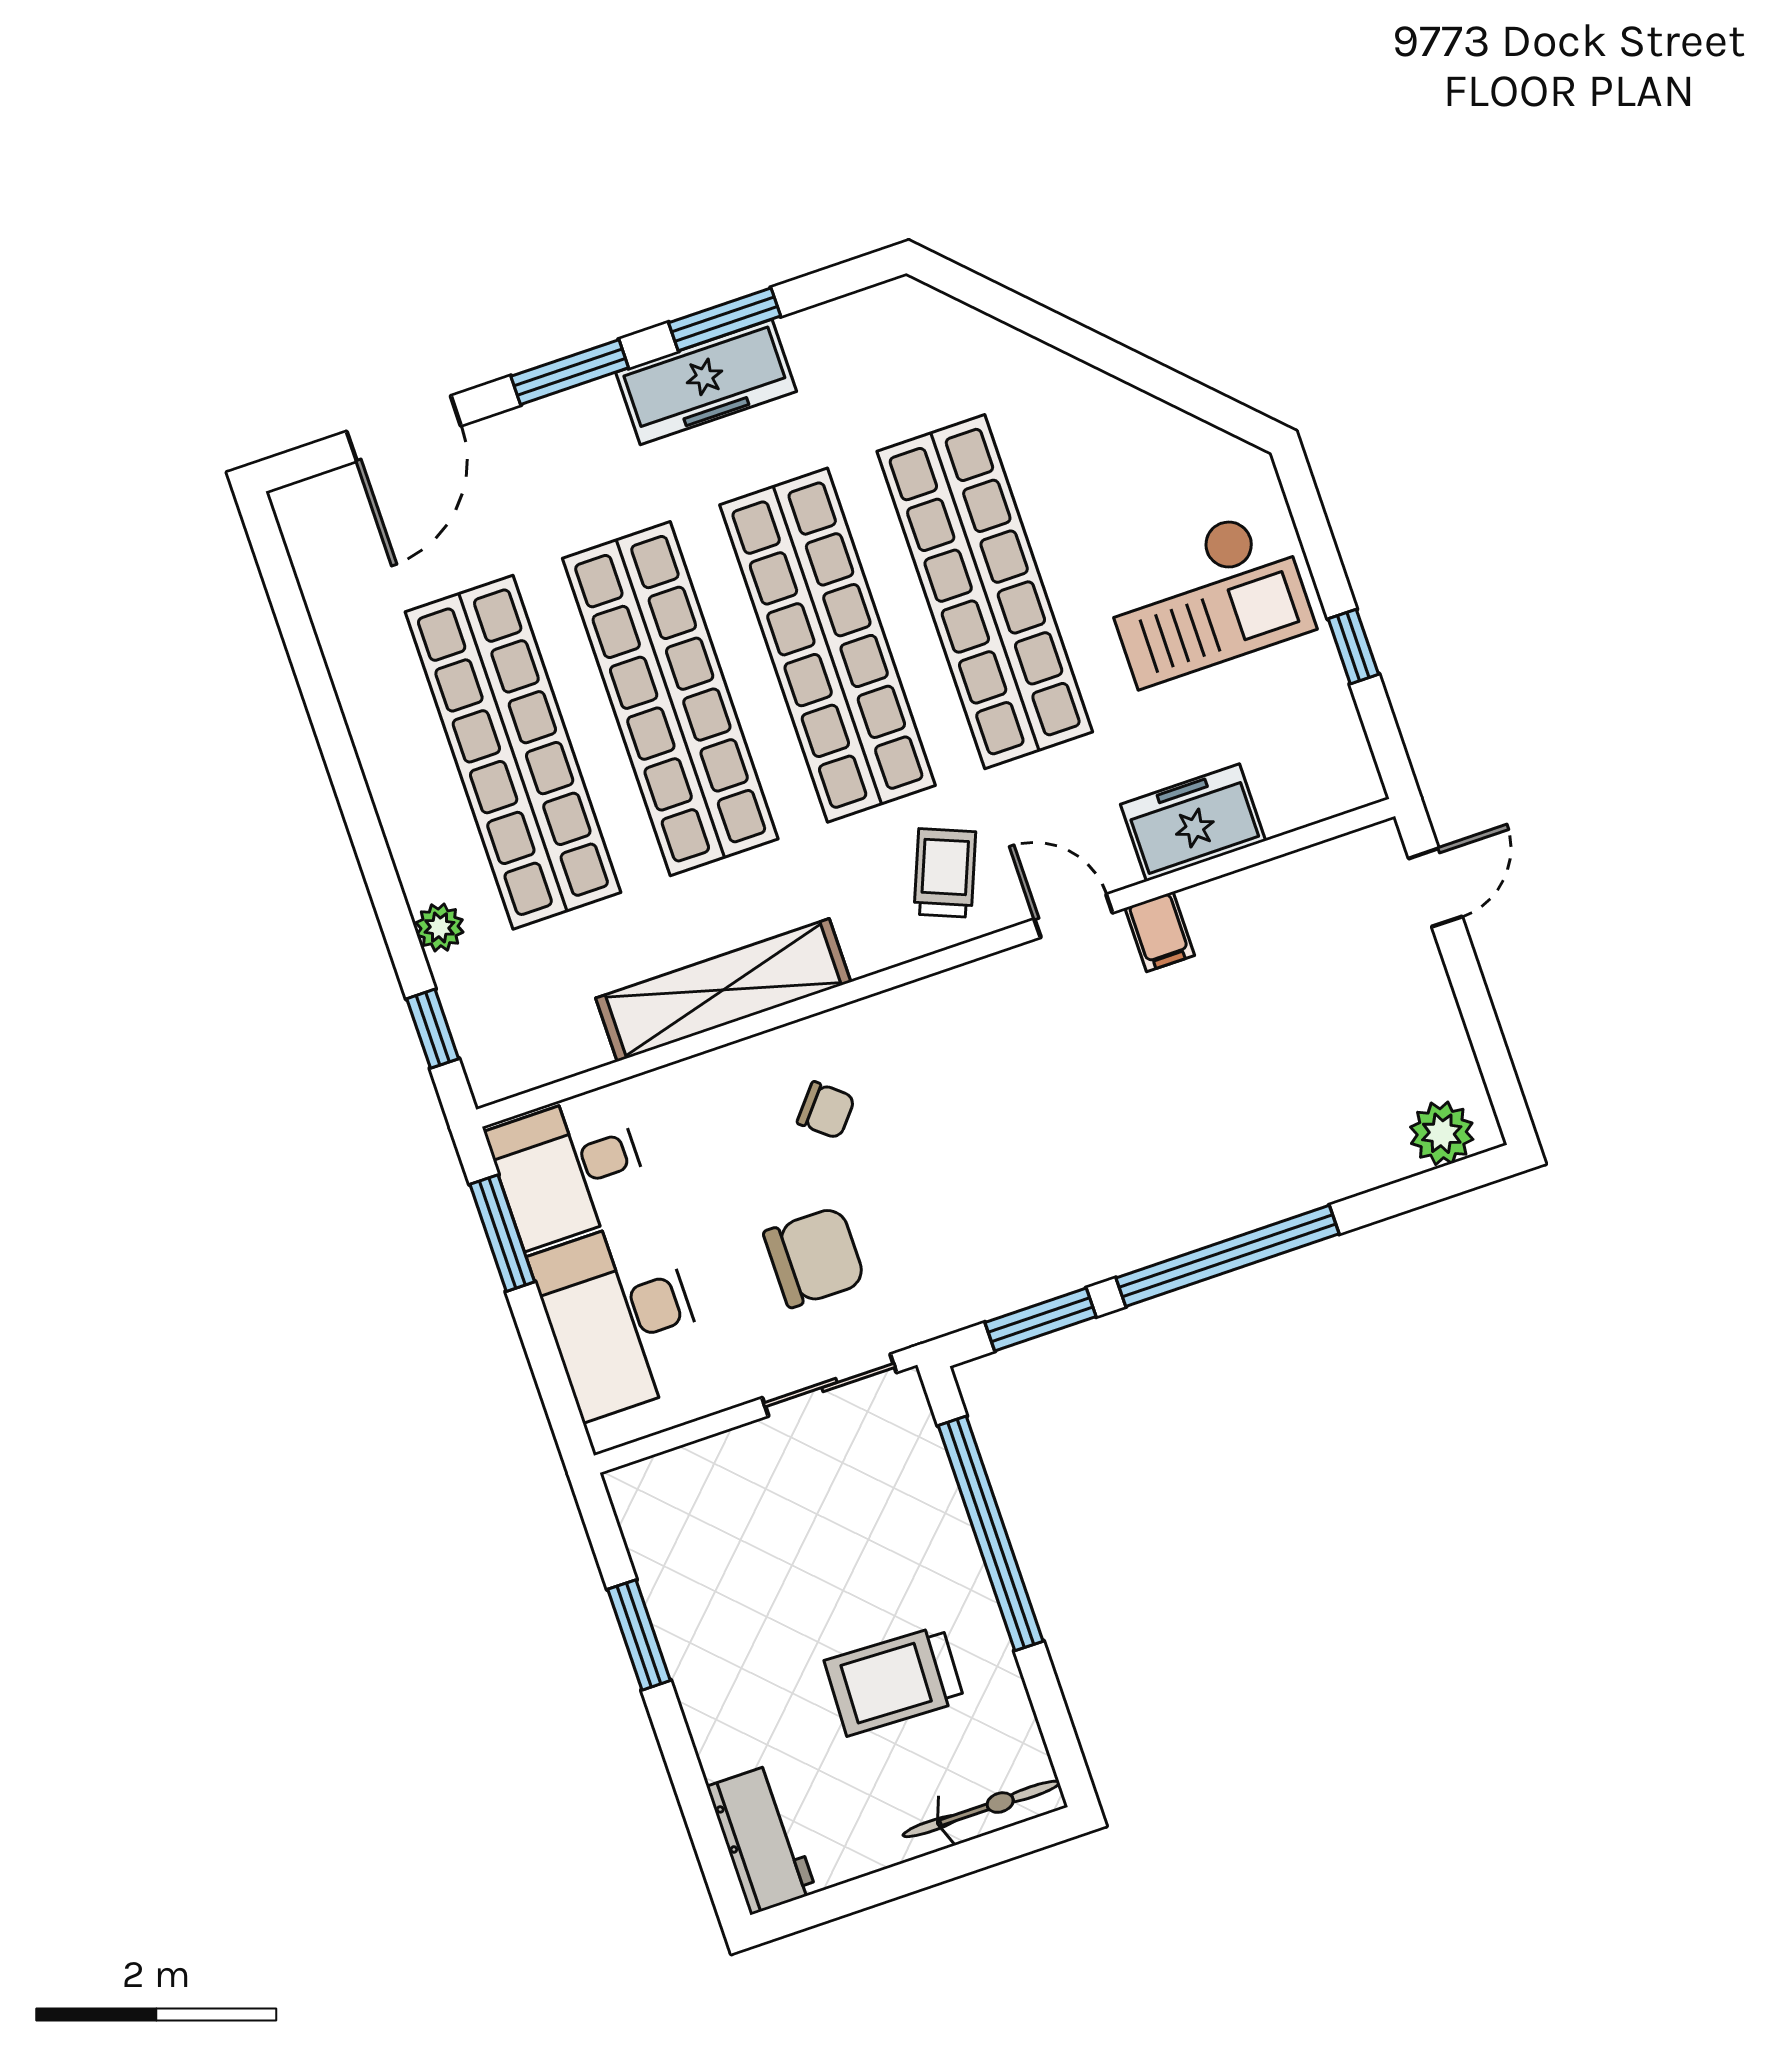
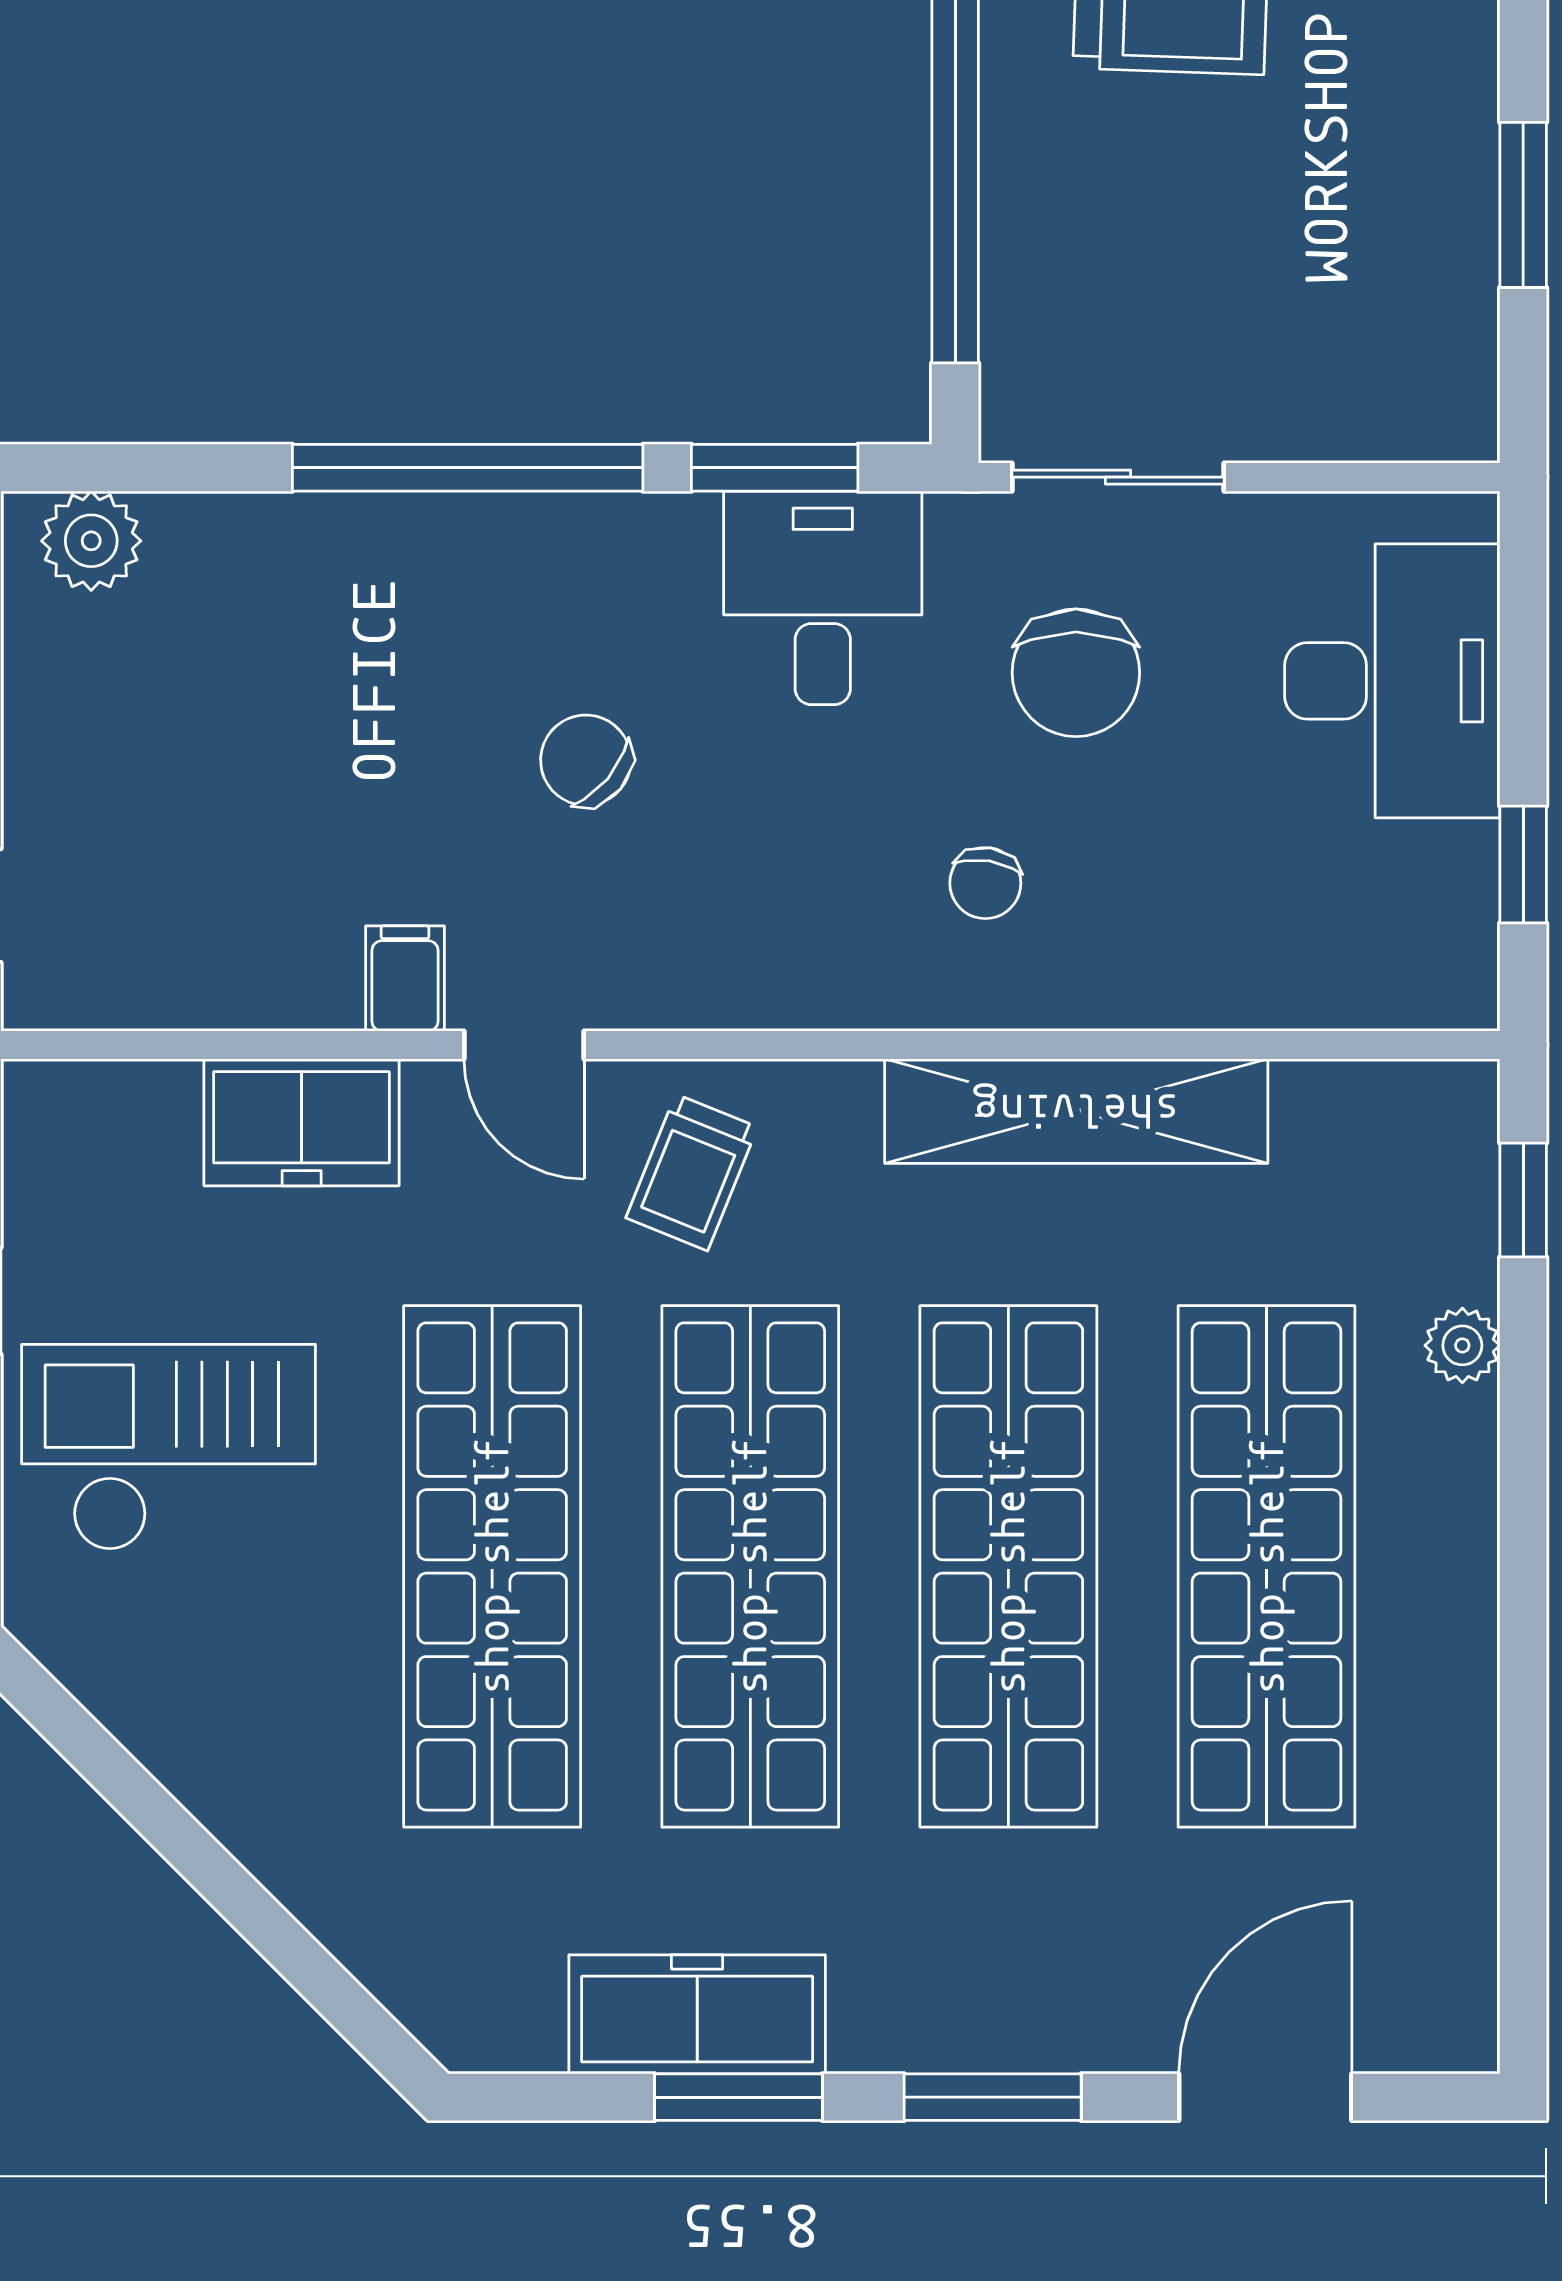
freezer: (706, 382) -> (697, 2014), moved
chair: (1095, 1102) -> (586, 760), added
chair: (826, 1110) -> (985, 883), turned -121
desk: (569, 1170) -> (823, 598), moved, turned -90
window: (502, 1233) -> (1523, 864), width x0.67
chair: (814, 1257) -> (1076, 673), turned -90

